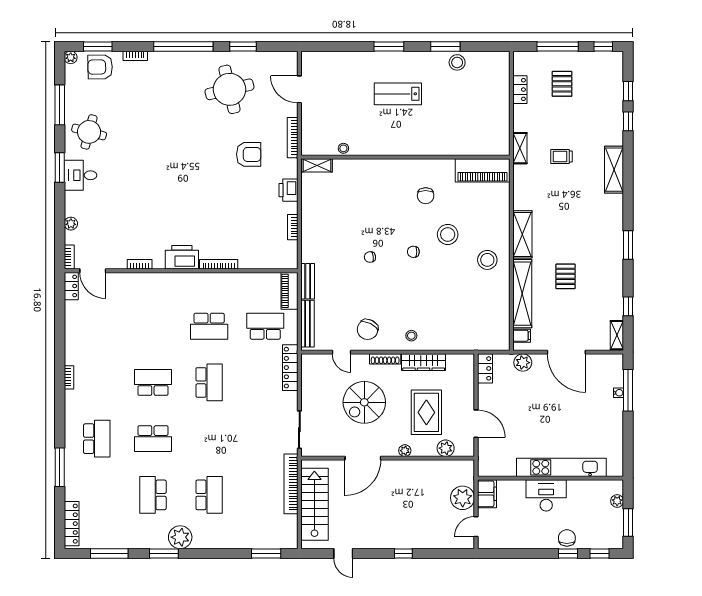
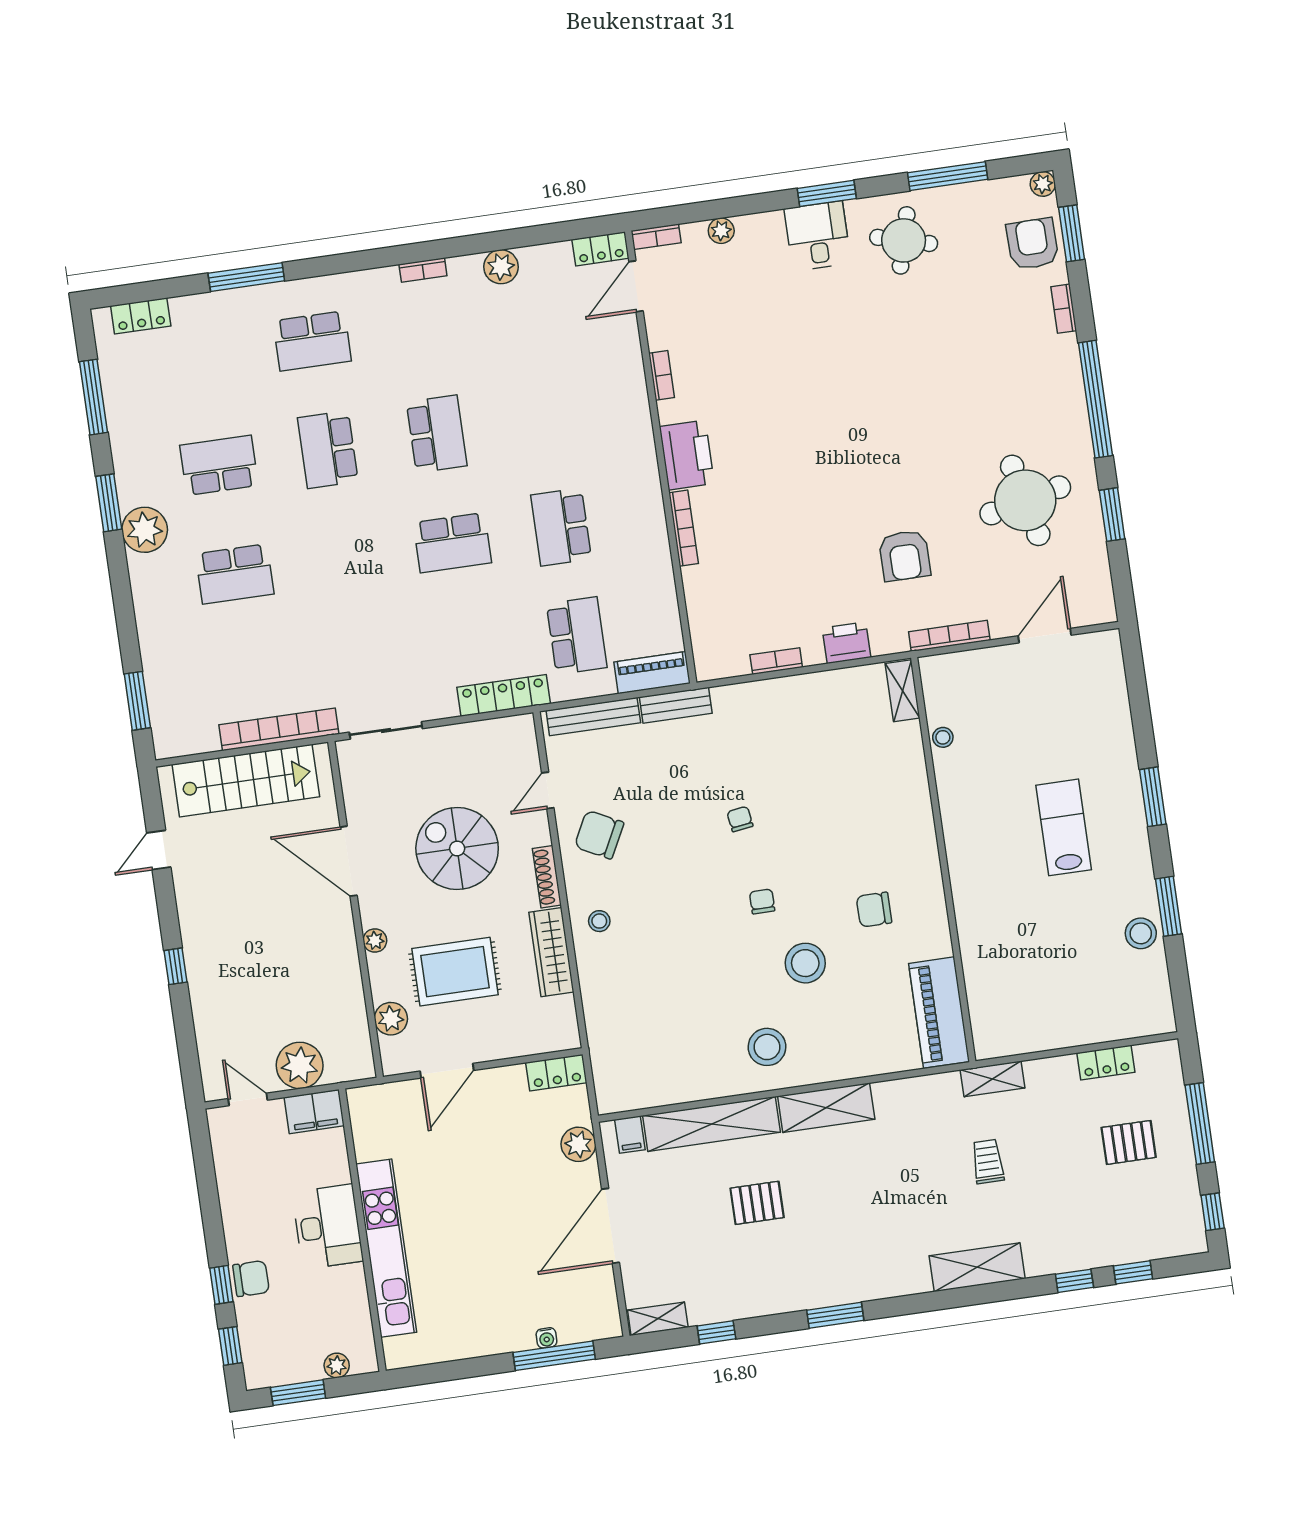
plant: (73, 338) -> (501, 267), added
locker: (72, 524) -> (141, 316), width x0.66

